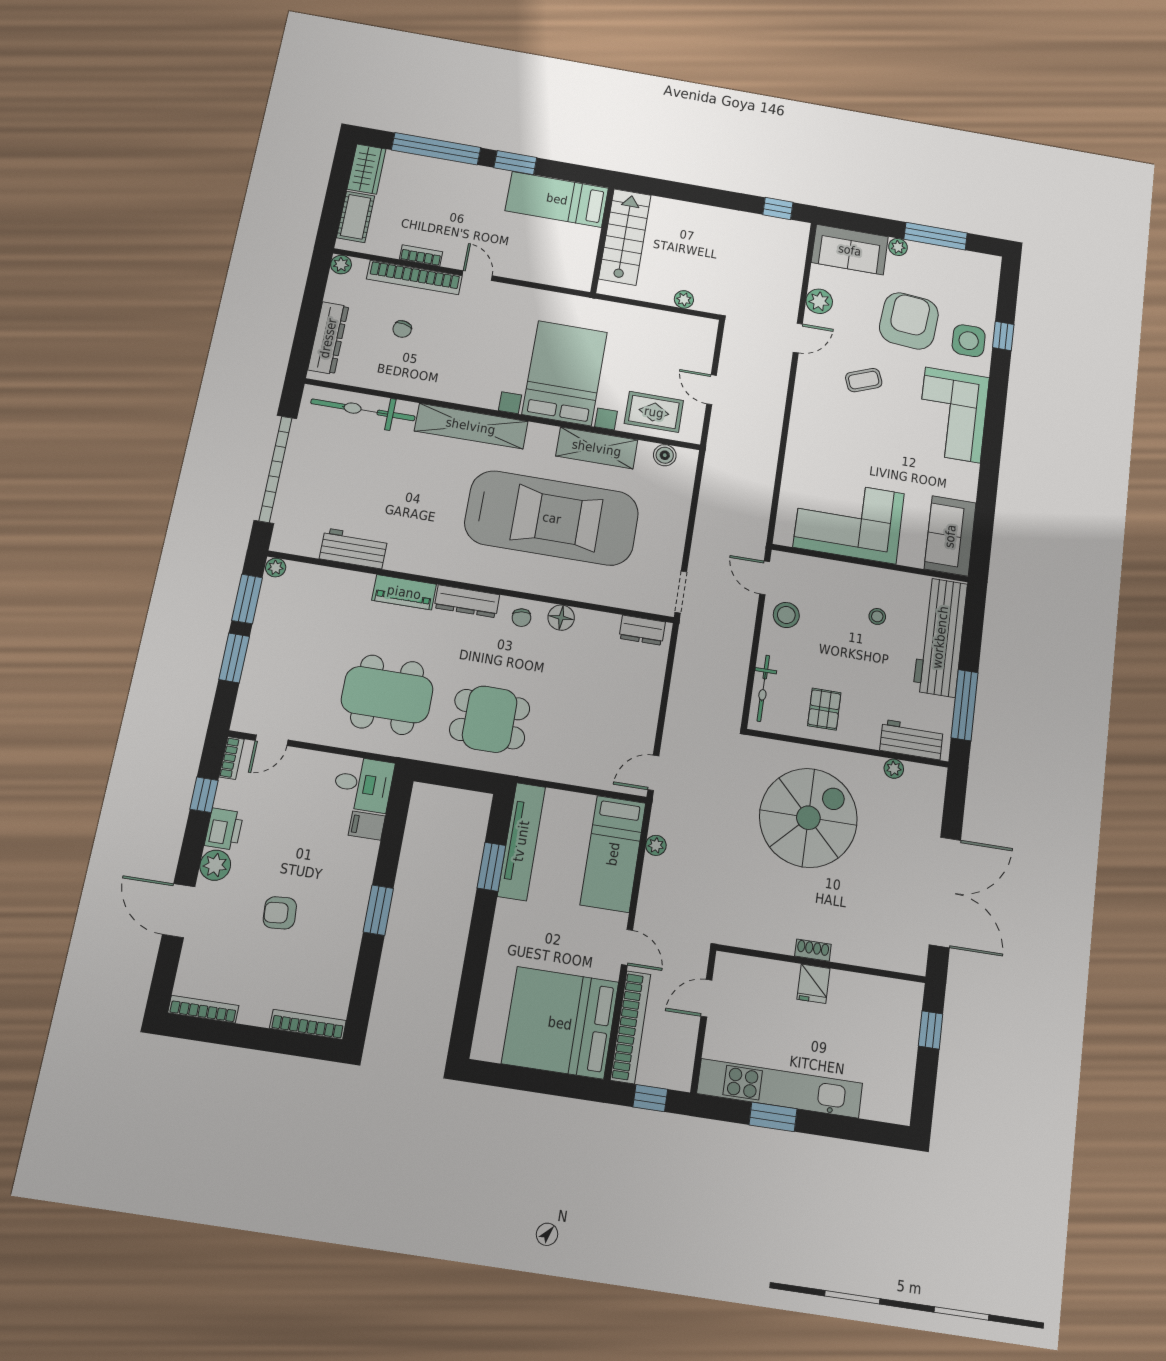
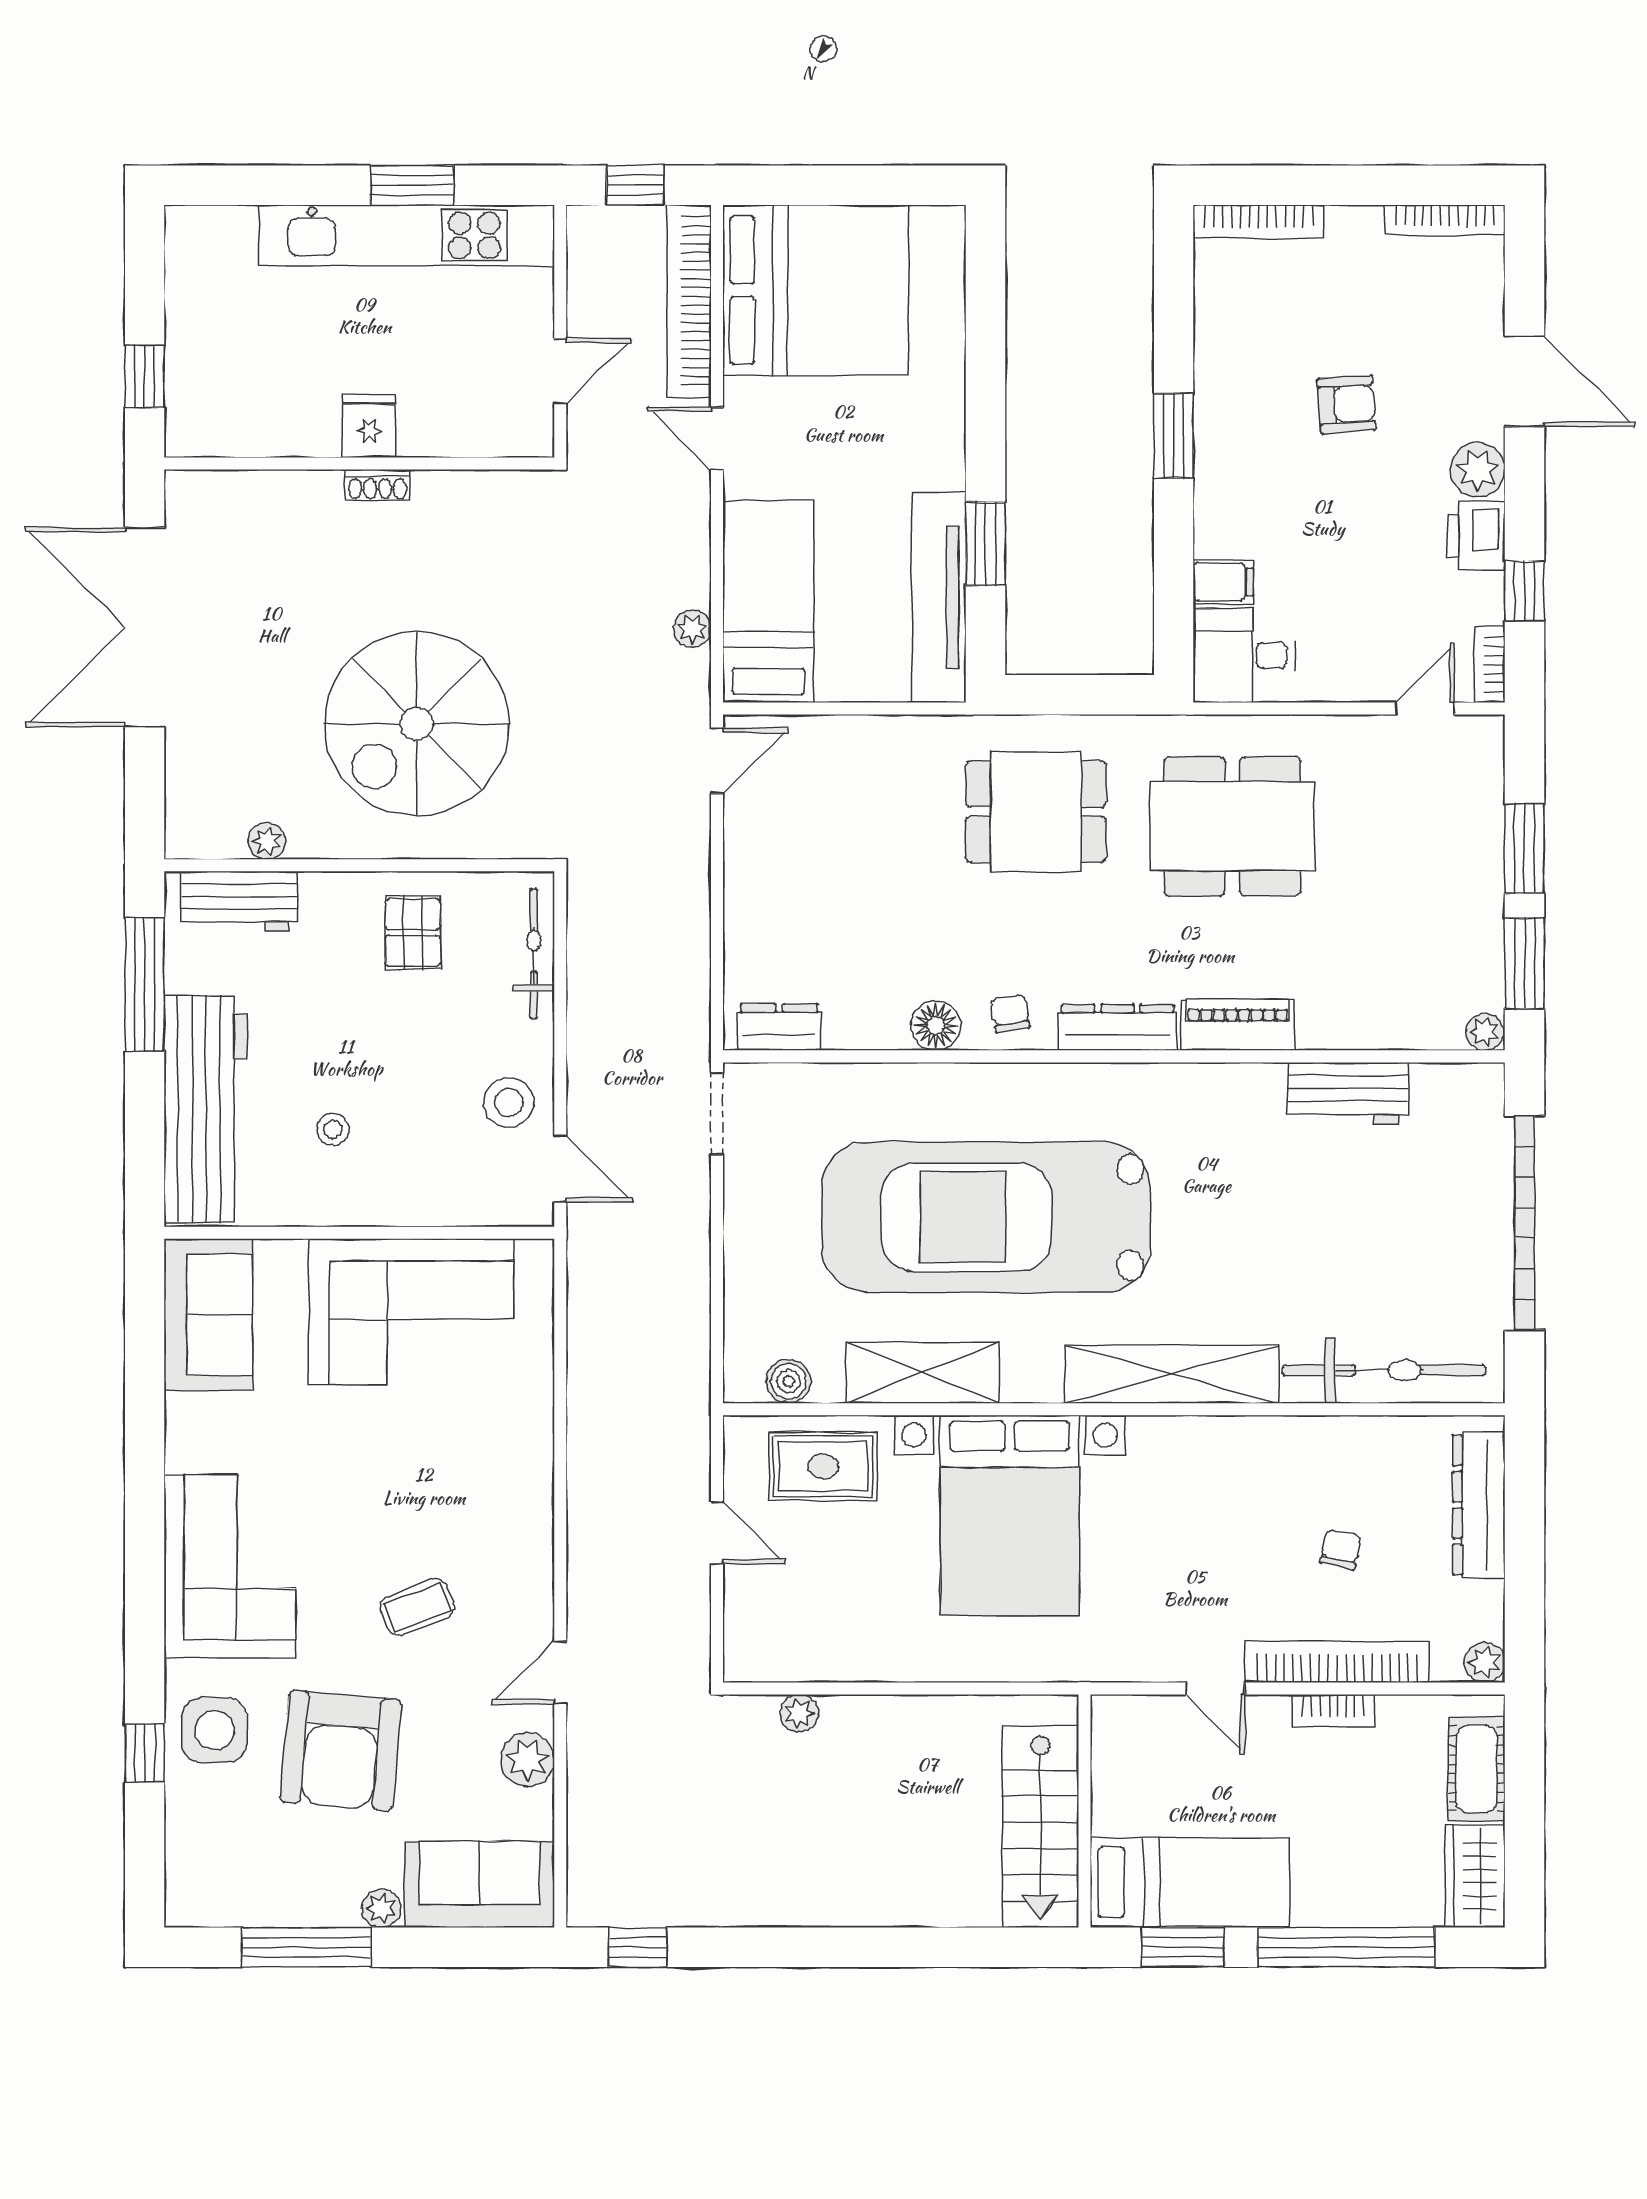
bed: (557, 199) -> (1189, 1882), moved
stairs: (625, 237) -> (1040, 1826), moved
wall: (602, 240) -> (1084, 1811), moved

